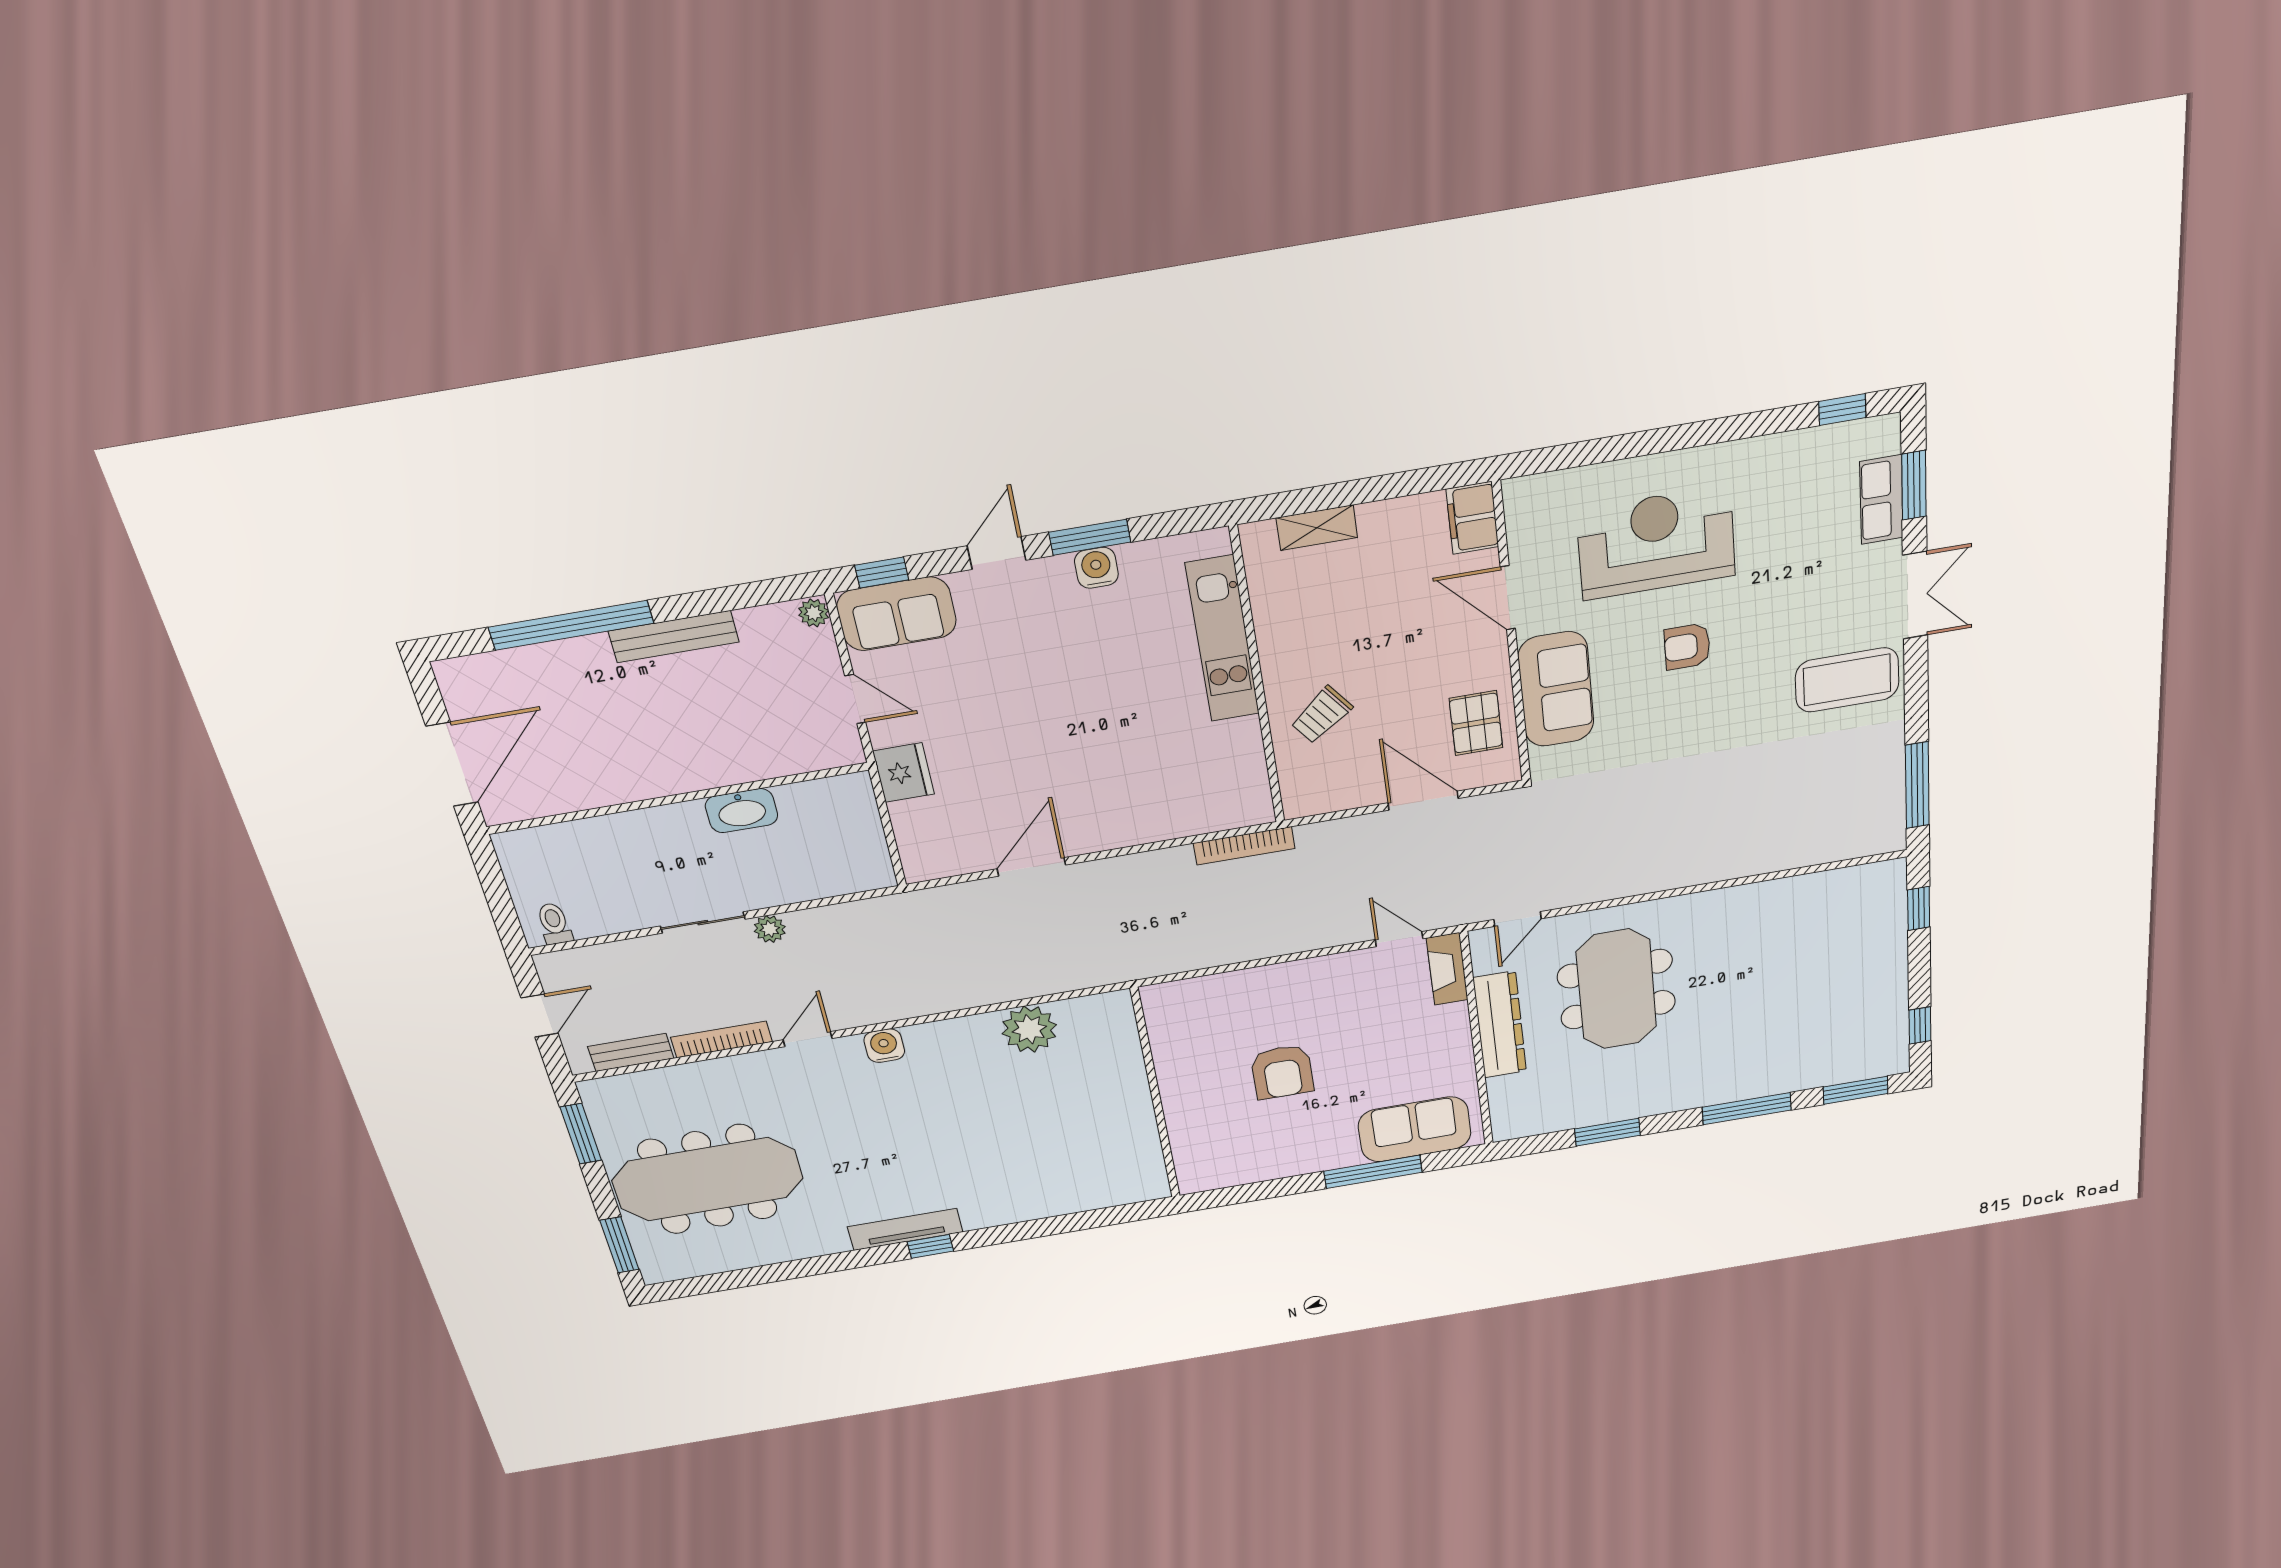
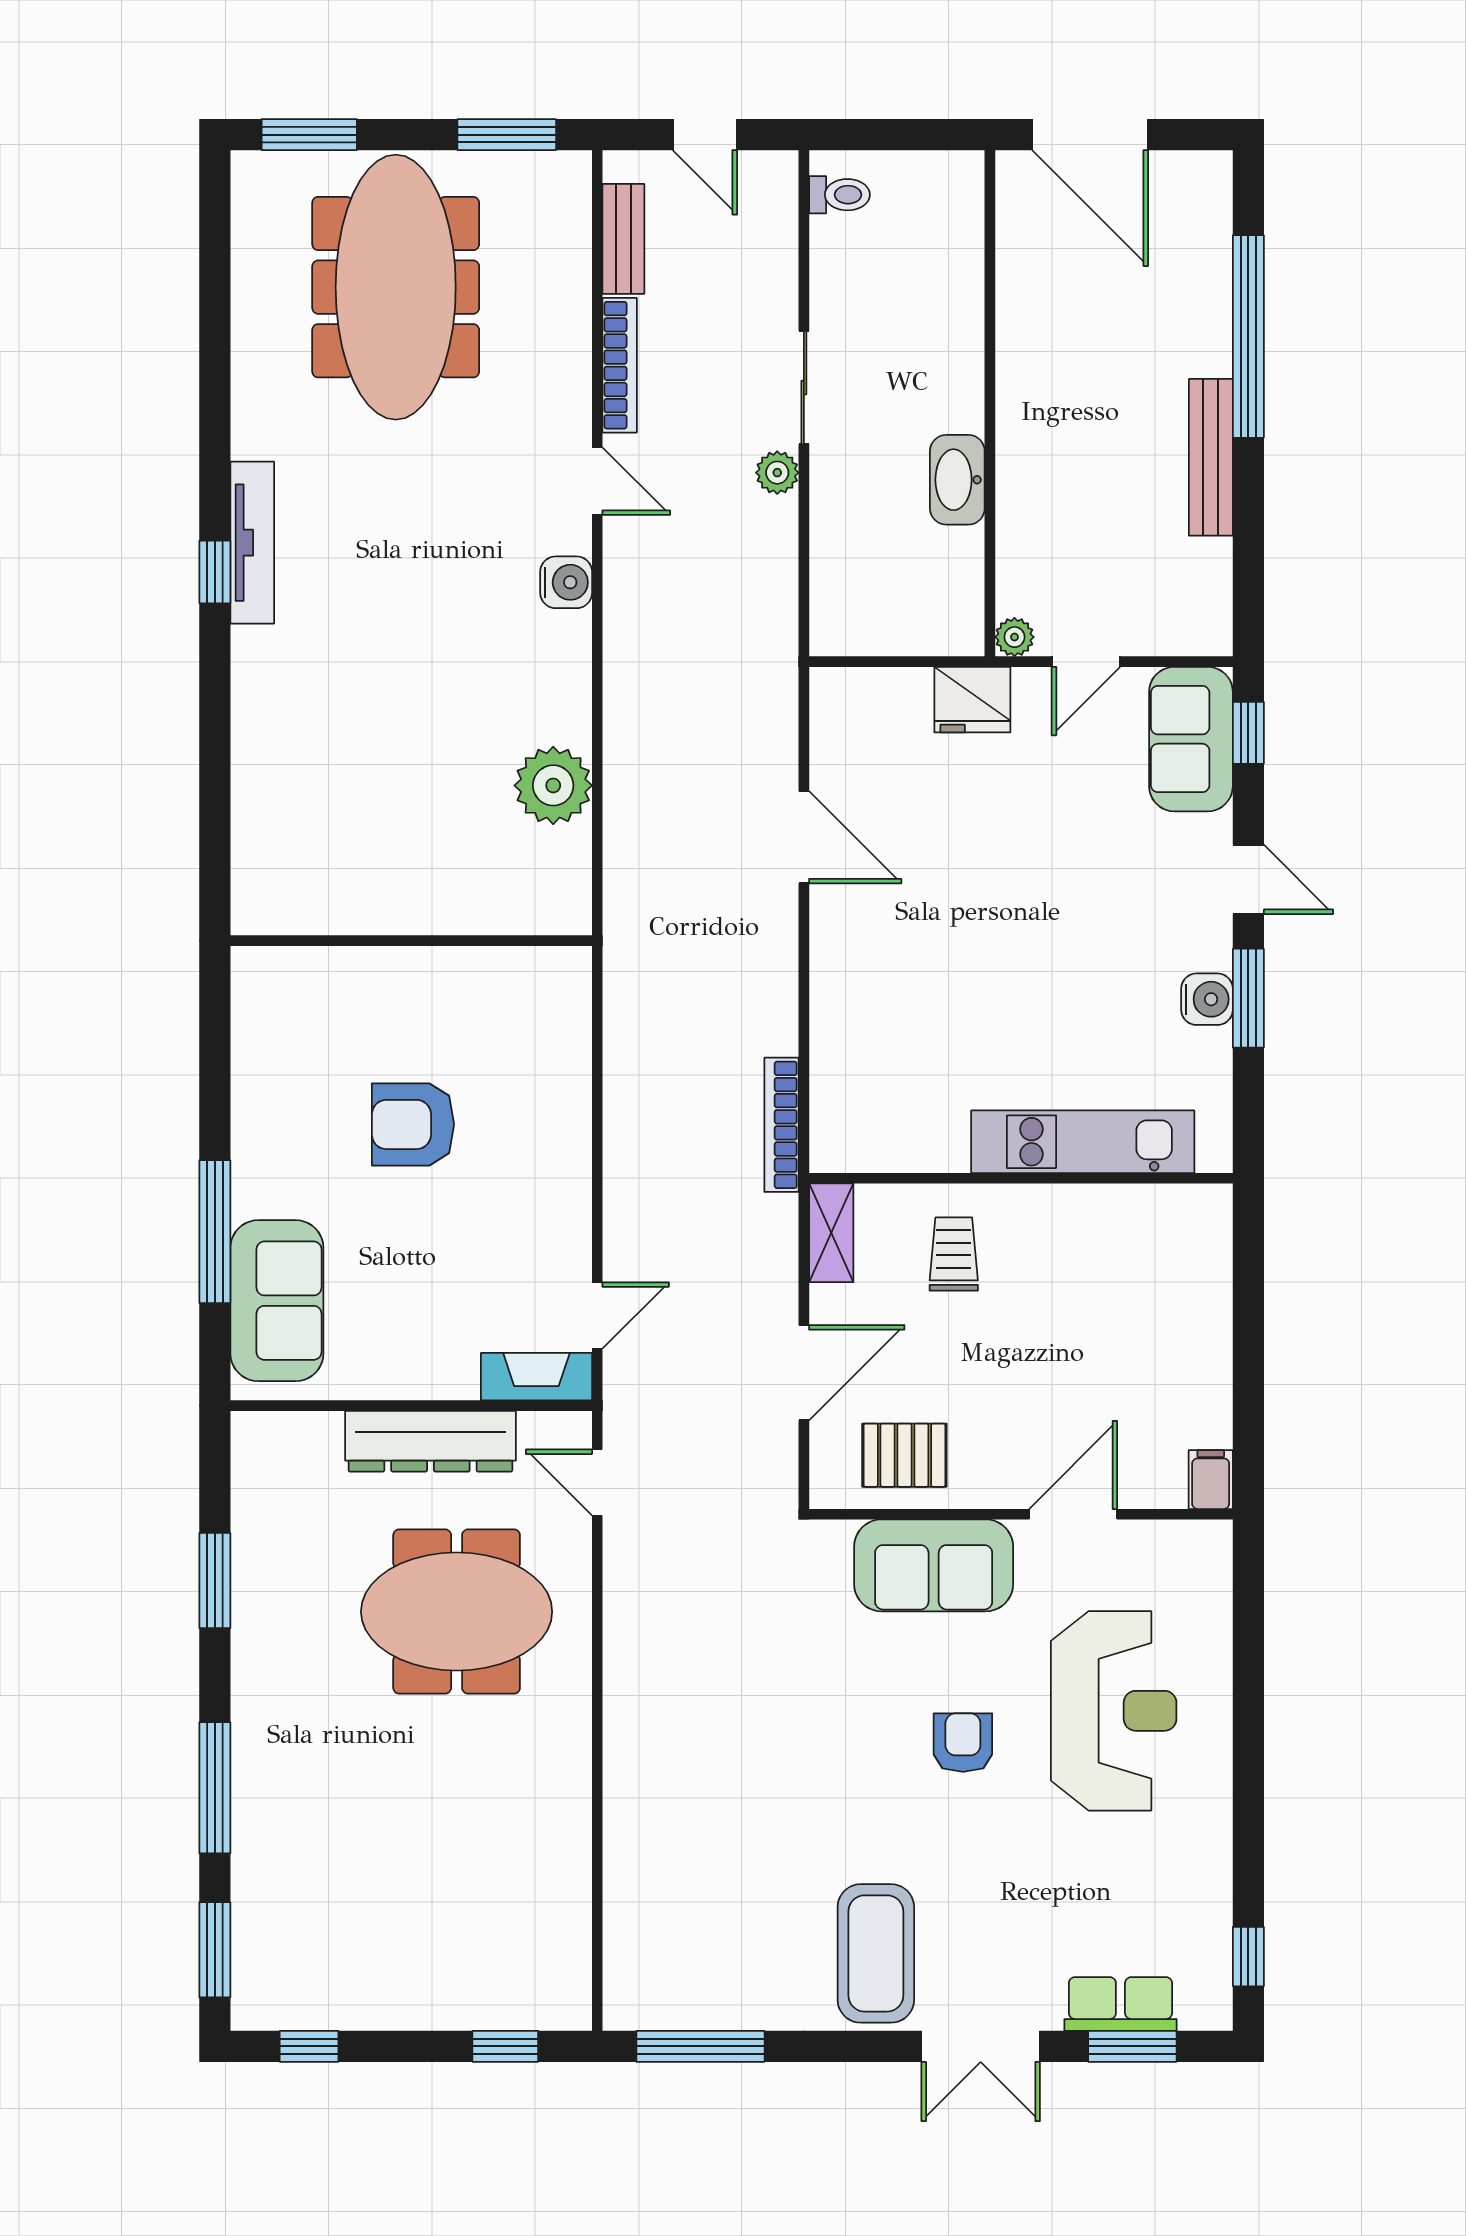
filing cabinet: (1472, 518) -> (1211, 1480), width x0.50
shelving: (1317, 528) -> (831, 1233), moved
plant: (814, 613) -> (1014, 637), moved
trolley: (1322, 715) -> (954, 1254), turned 38

